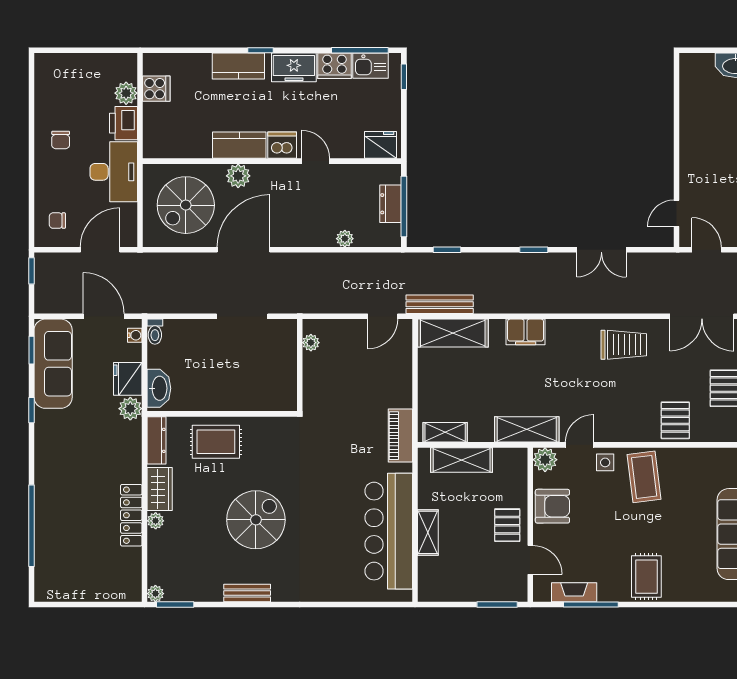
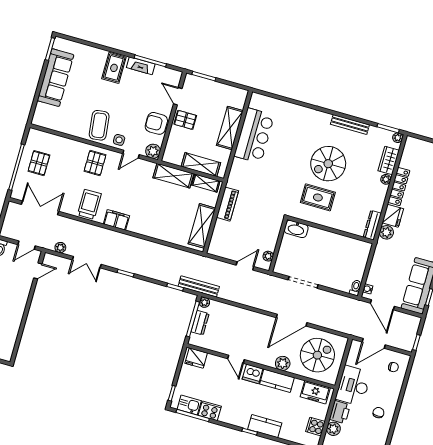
freezer: (294, 67) -> (315, 392), moved, turned 180
plant: (345, 239) -> (204, 302), moved
double door: (601, 250) -> (87, 262), swing flipped
door: (707, 250) -> (27, 245), hinge flipped
plant: (651, 261) -> (60, 248), added
bench: (440, 304) -> (199, 286), moved
door: (383, 316) -> (245, 266), moved
filing cabinet: (526, 332) -> (116, 220), moved
shelving: (453, 333) -> (202, 226), moved, turned 90
trolley: (624, 345) -> (89, 204), turned 90
fridge: (128, 379) -> (393, 216), moved
washbasin: (159, 388) -> (296, 229), moved, turned -90
plant: (130, 409) -> (386, 232), moved
pallet: (675, 420) -> (95, 163), moved
shelving: (527, 429) -> (173, 176), moved
piano: (400, 436) -> (227, 204), moved
rug: (216, 442) -> (318, 197), moved
wardrobe: (160, 489) -> (389, 161), moved
pallet: (507, 525) -> (185, 120), turned 90
bar counter: (389, 531) -> (254, 136), width x0.73
shelving: (428, 532) -> (230, 128), width x1.50, depth x1.33
fireplace: (574, 592) -> (141, 66), moved
bench: (247, 593) -> (350, 125), width x1.36

